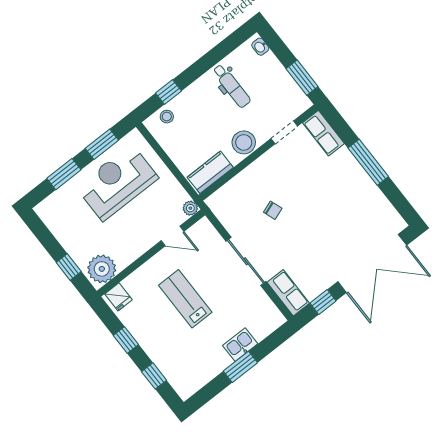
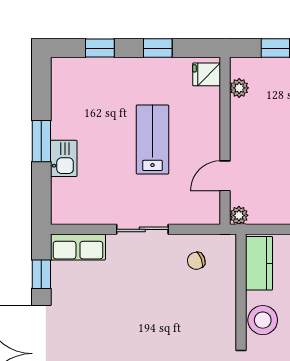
chair: (273, 210) -> (196, 261), moved
sliding door: (246, 261) -> (142, 229), width x0.73
plant: (102, 269) -> (239, 88), width x0.53, depth x0.53
lab bench: (185, 299) -> (152, 139), turned -90

